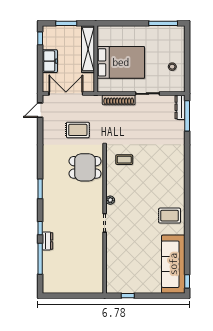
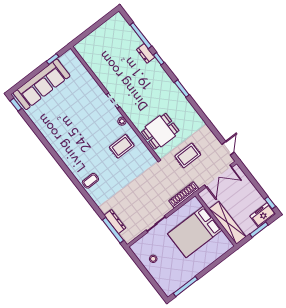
freezer: (50, 61) -> (263, 215), moved, turned 90
shoe rack: (119, 100) -> (184, 195), moved
dresser: (180, 107) -> (115, 222), moved
coffee table: (124, 160) -> (90, 181), moved
rug: (170, 216) -> (122, 146), moved
sofa: (173, 264) -> (41, 84), moved, turned 90

